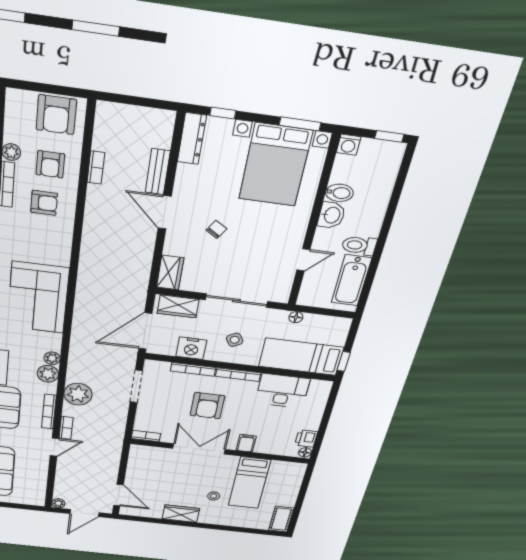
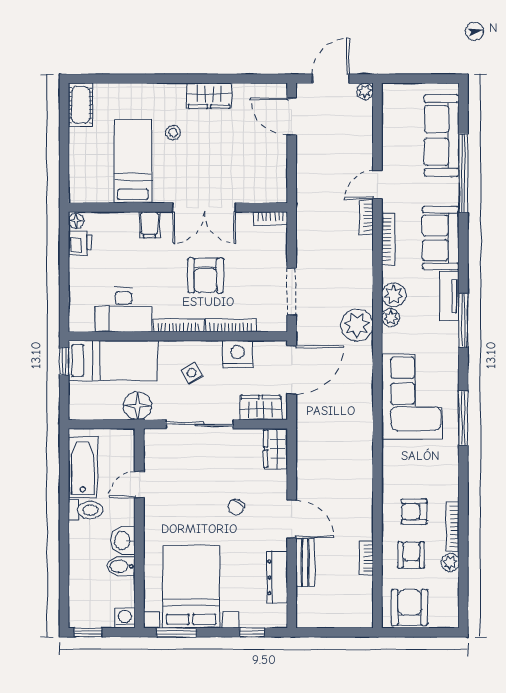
dresser: (192, 139) -> (277, 577), moved
floor lamp: (296, 317) -> (137, 406), width x1.89, depth x1.89
plant: (78, 394) -> (357, 325), moved
armchair: (207, 406) -> (206, 275), turned 180

